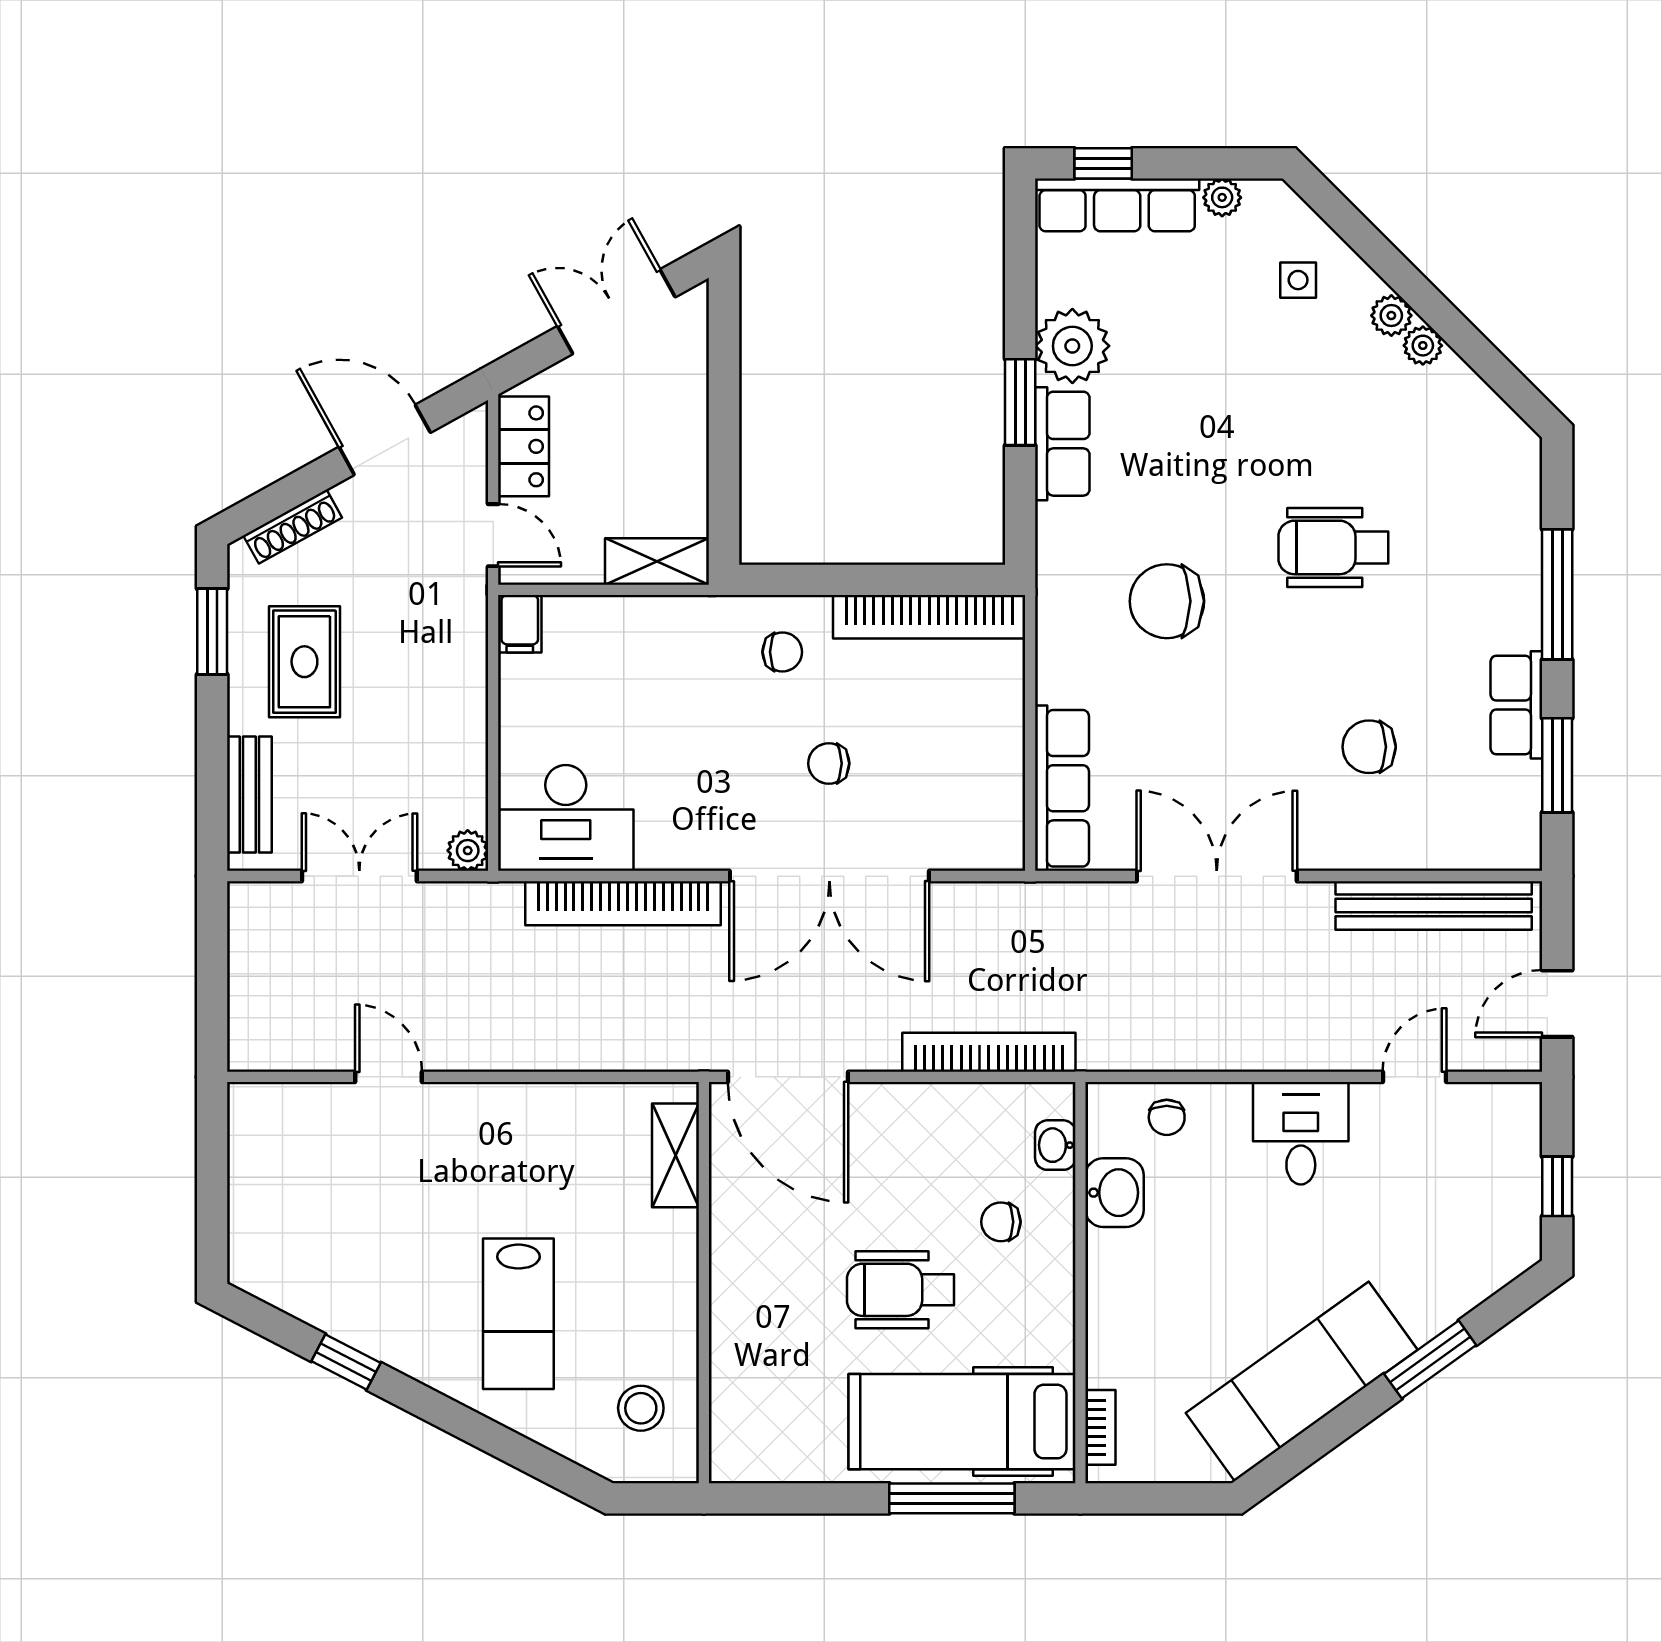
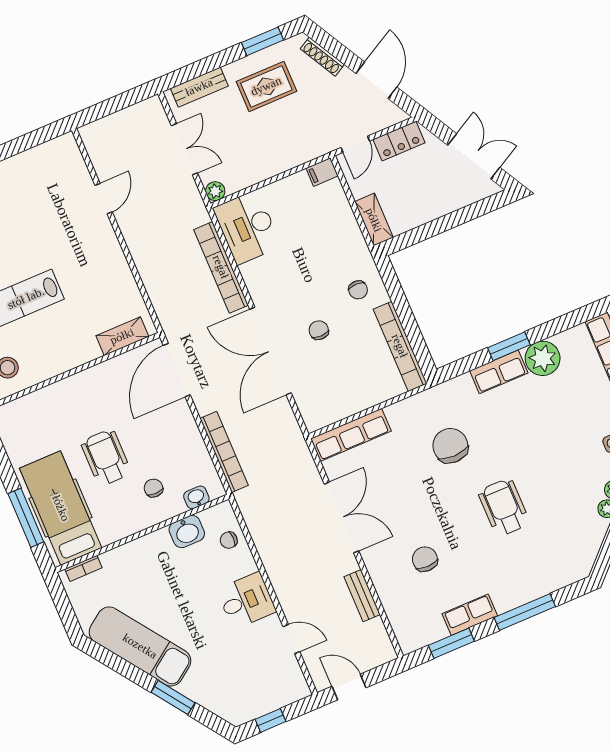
bench: (1434, 905) -> (362, 596), width x0.54, depth x0.82

